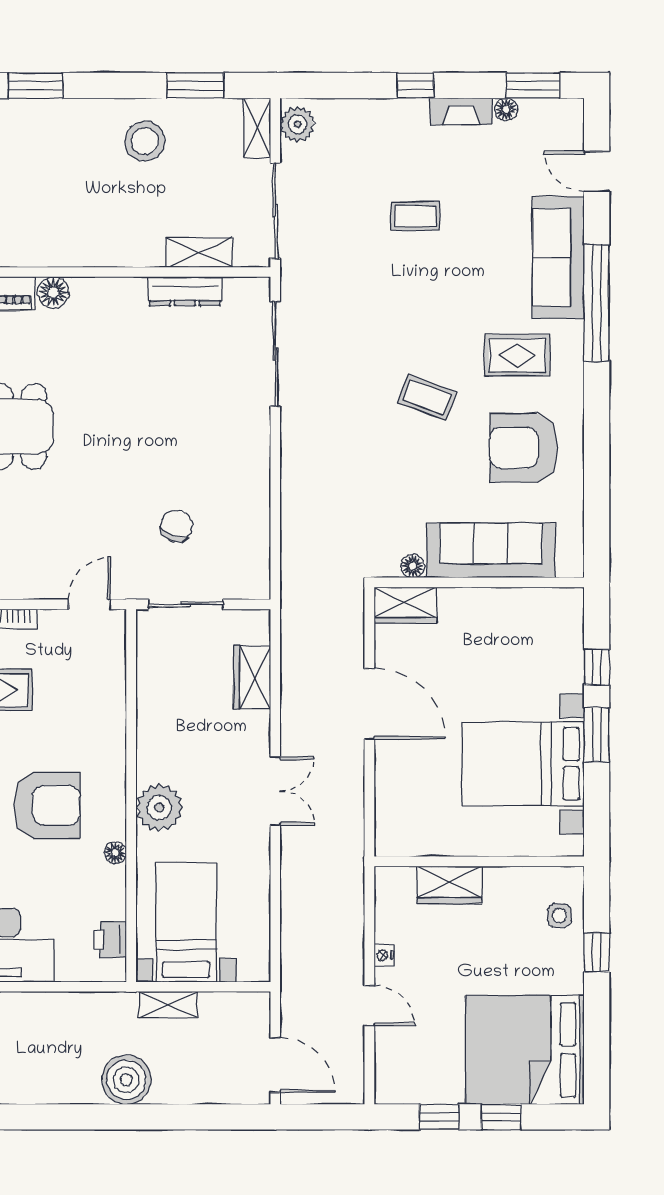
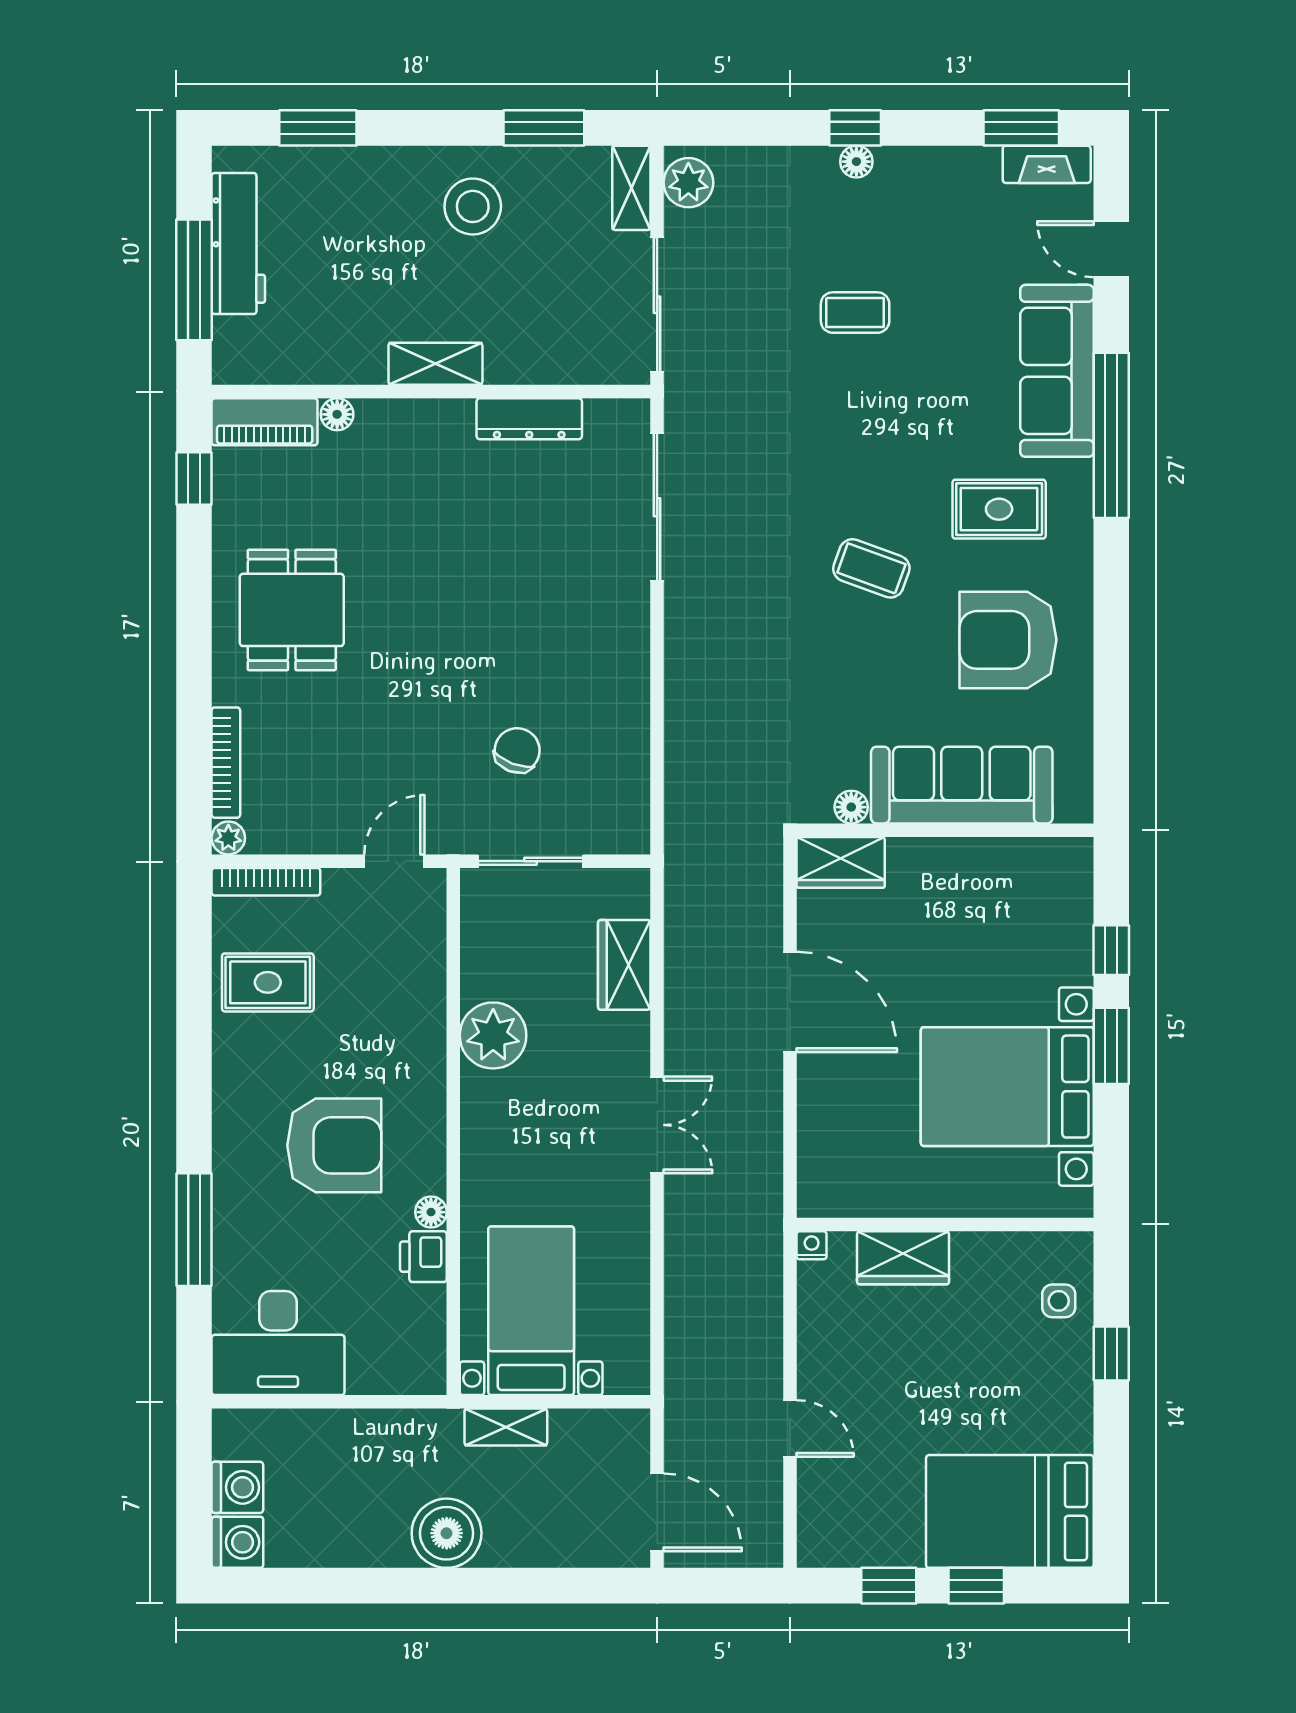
floor lamp: (506, 109) -> (856, 162), moved
fireplace: (461, 111) -> (1047, 164), moved
shelving: (199, 252) -> (435, 364), moved
floor lamp: (53, 292) -> (337, 414), width x0.73, depth x0.73
plant: (159, 808) -> (493, 1035), moved
printer: (110, 940) -> (423, 1257), moved
nightstand: (384, 955) -> (812, 1245), moved, turned 90
bed: (525, 1050) -> (1010, 1511), width x0.73

